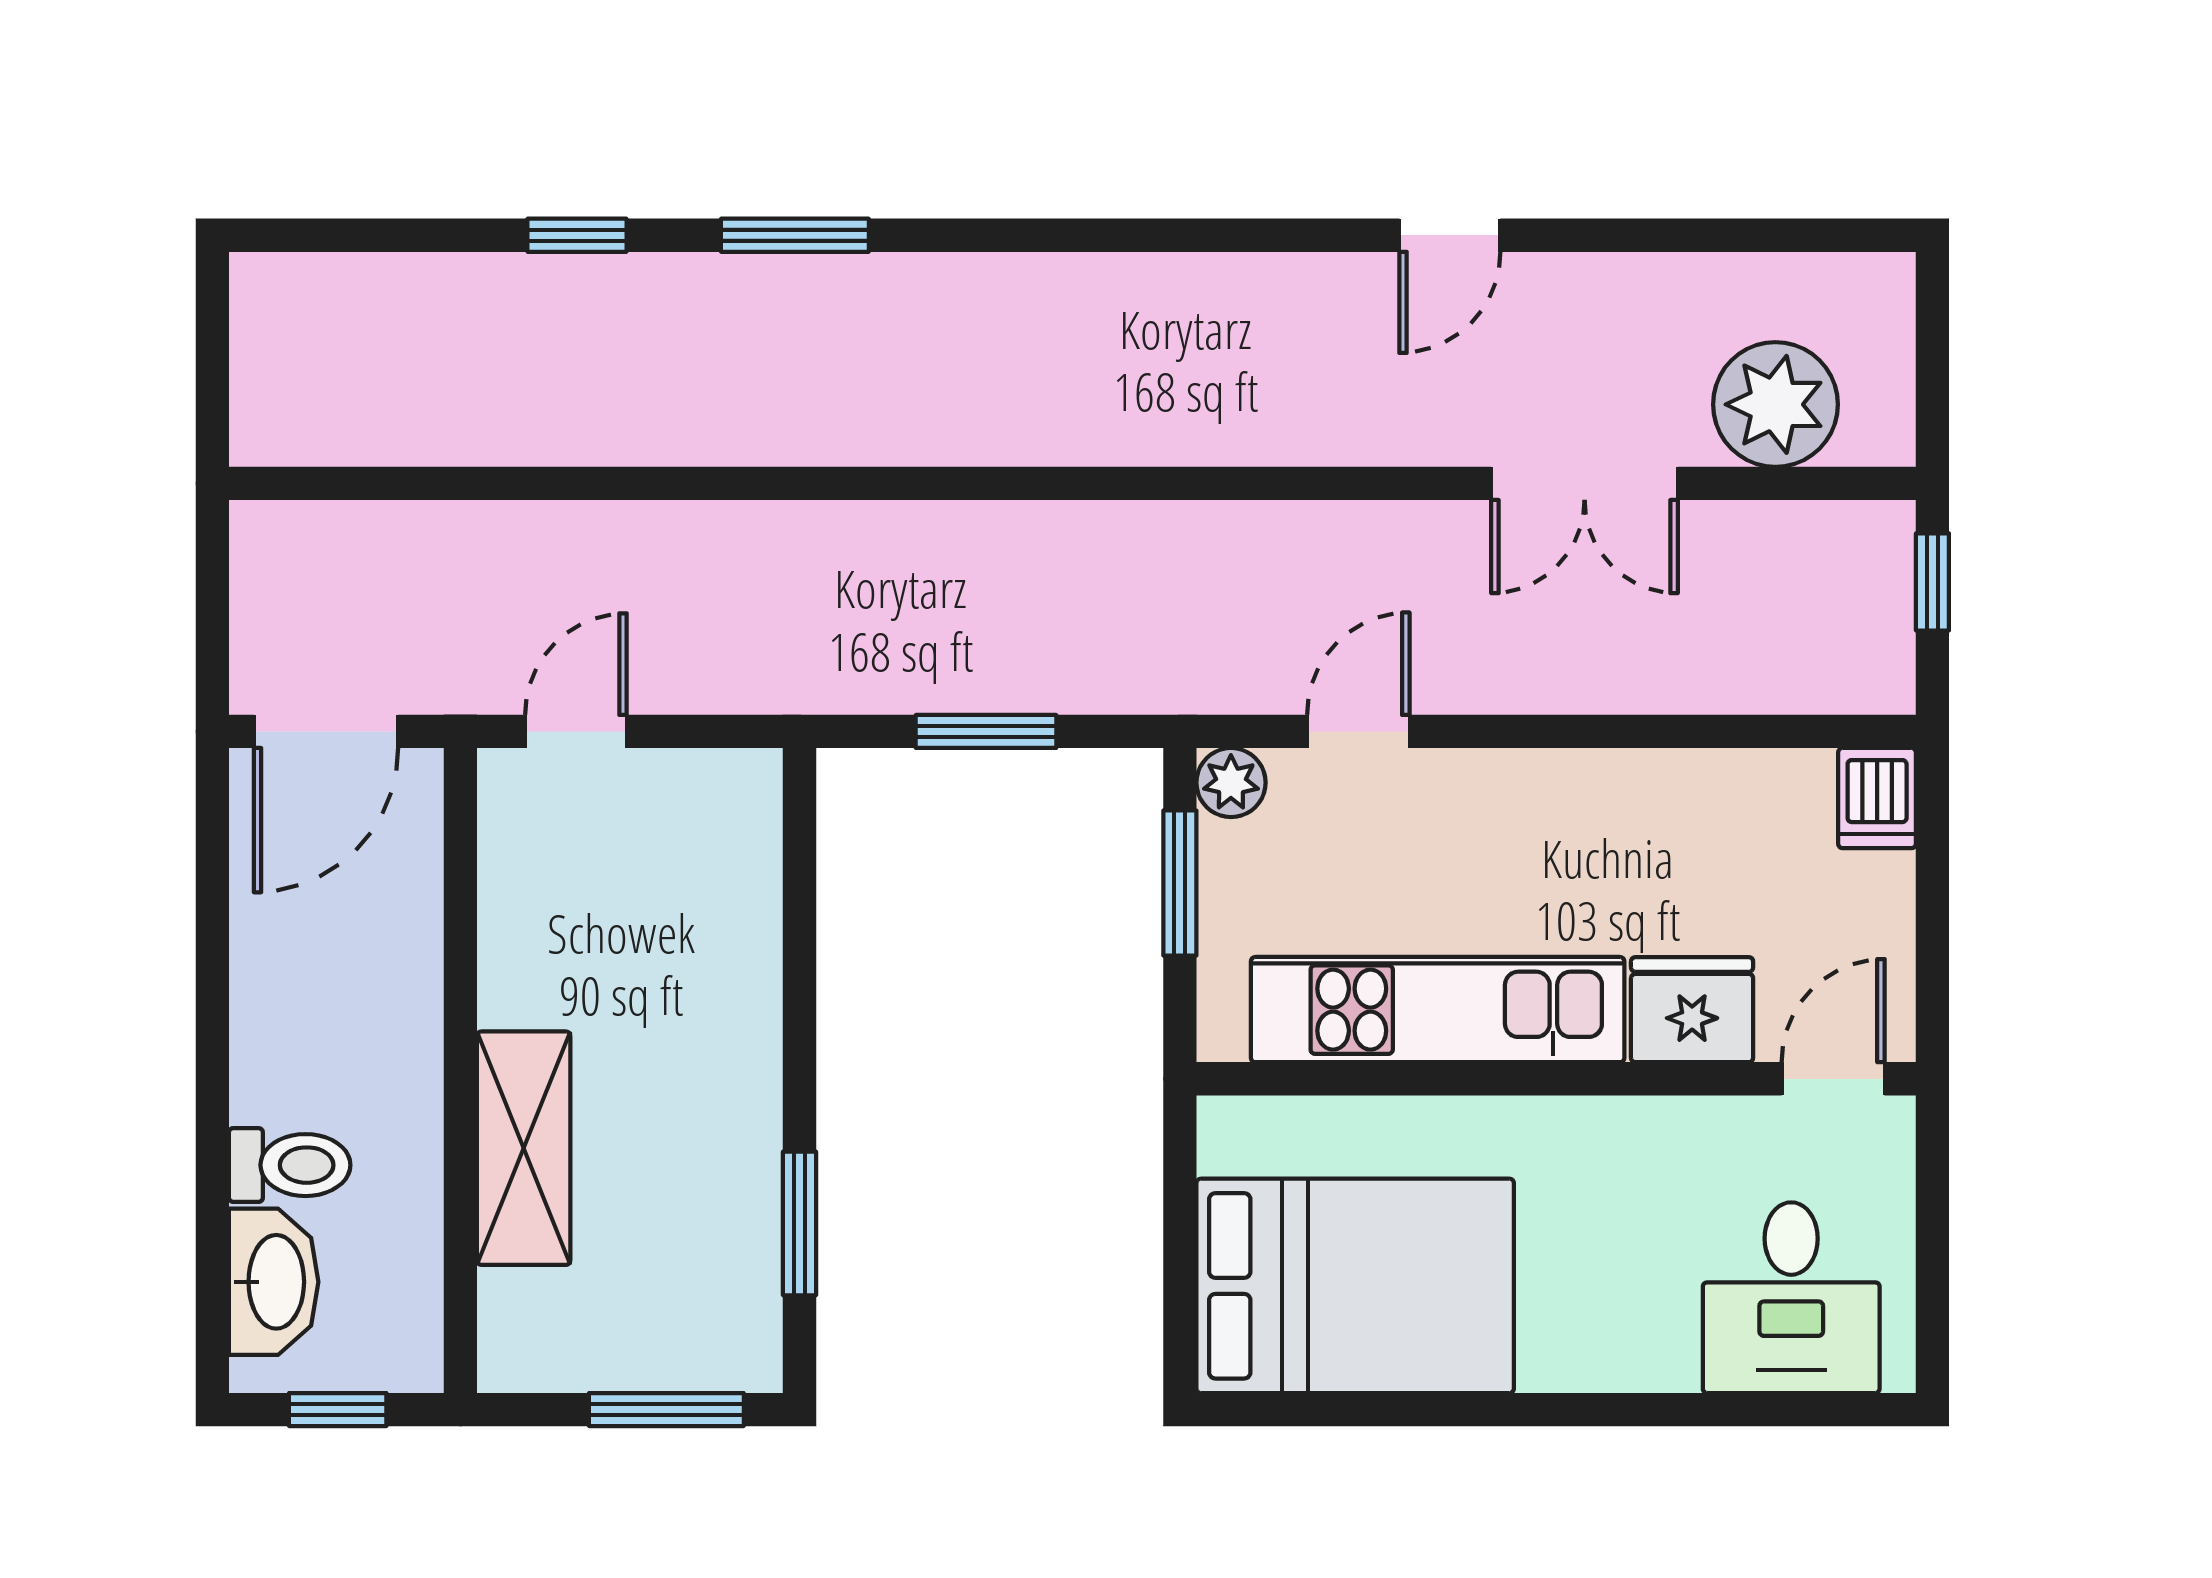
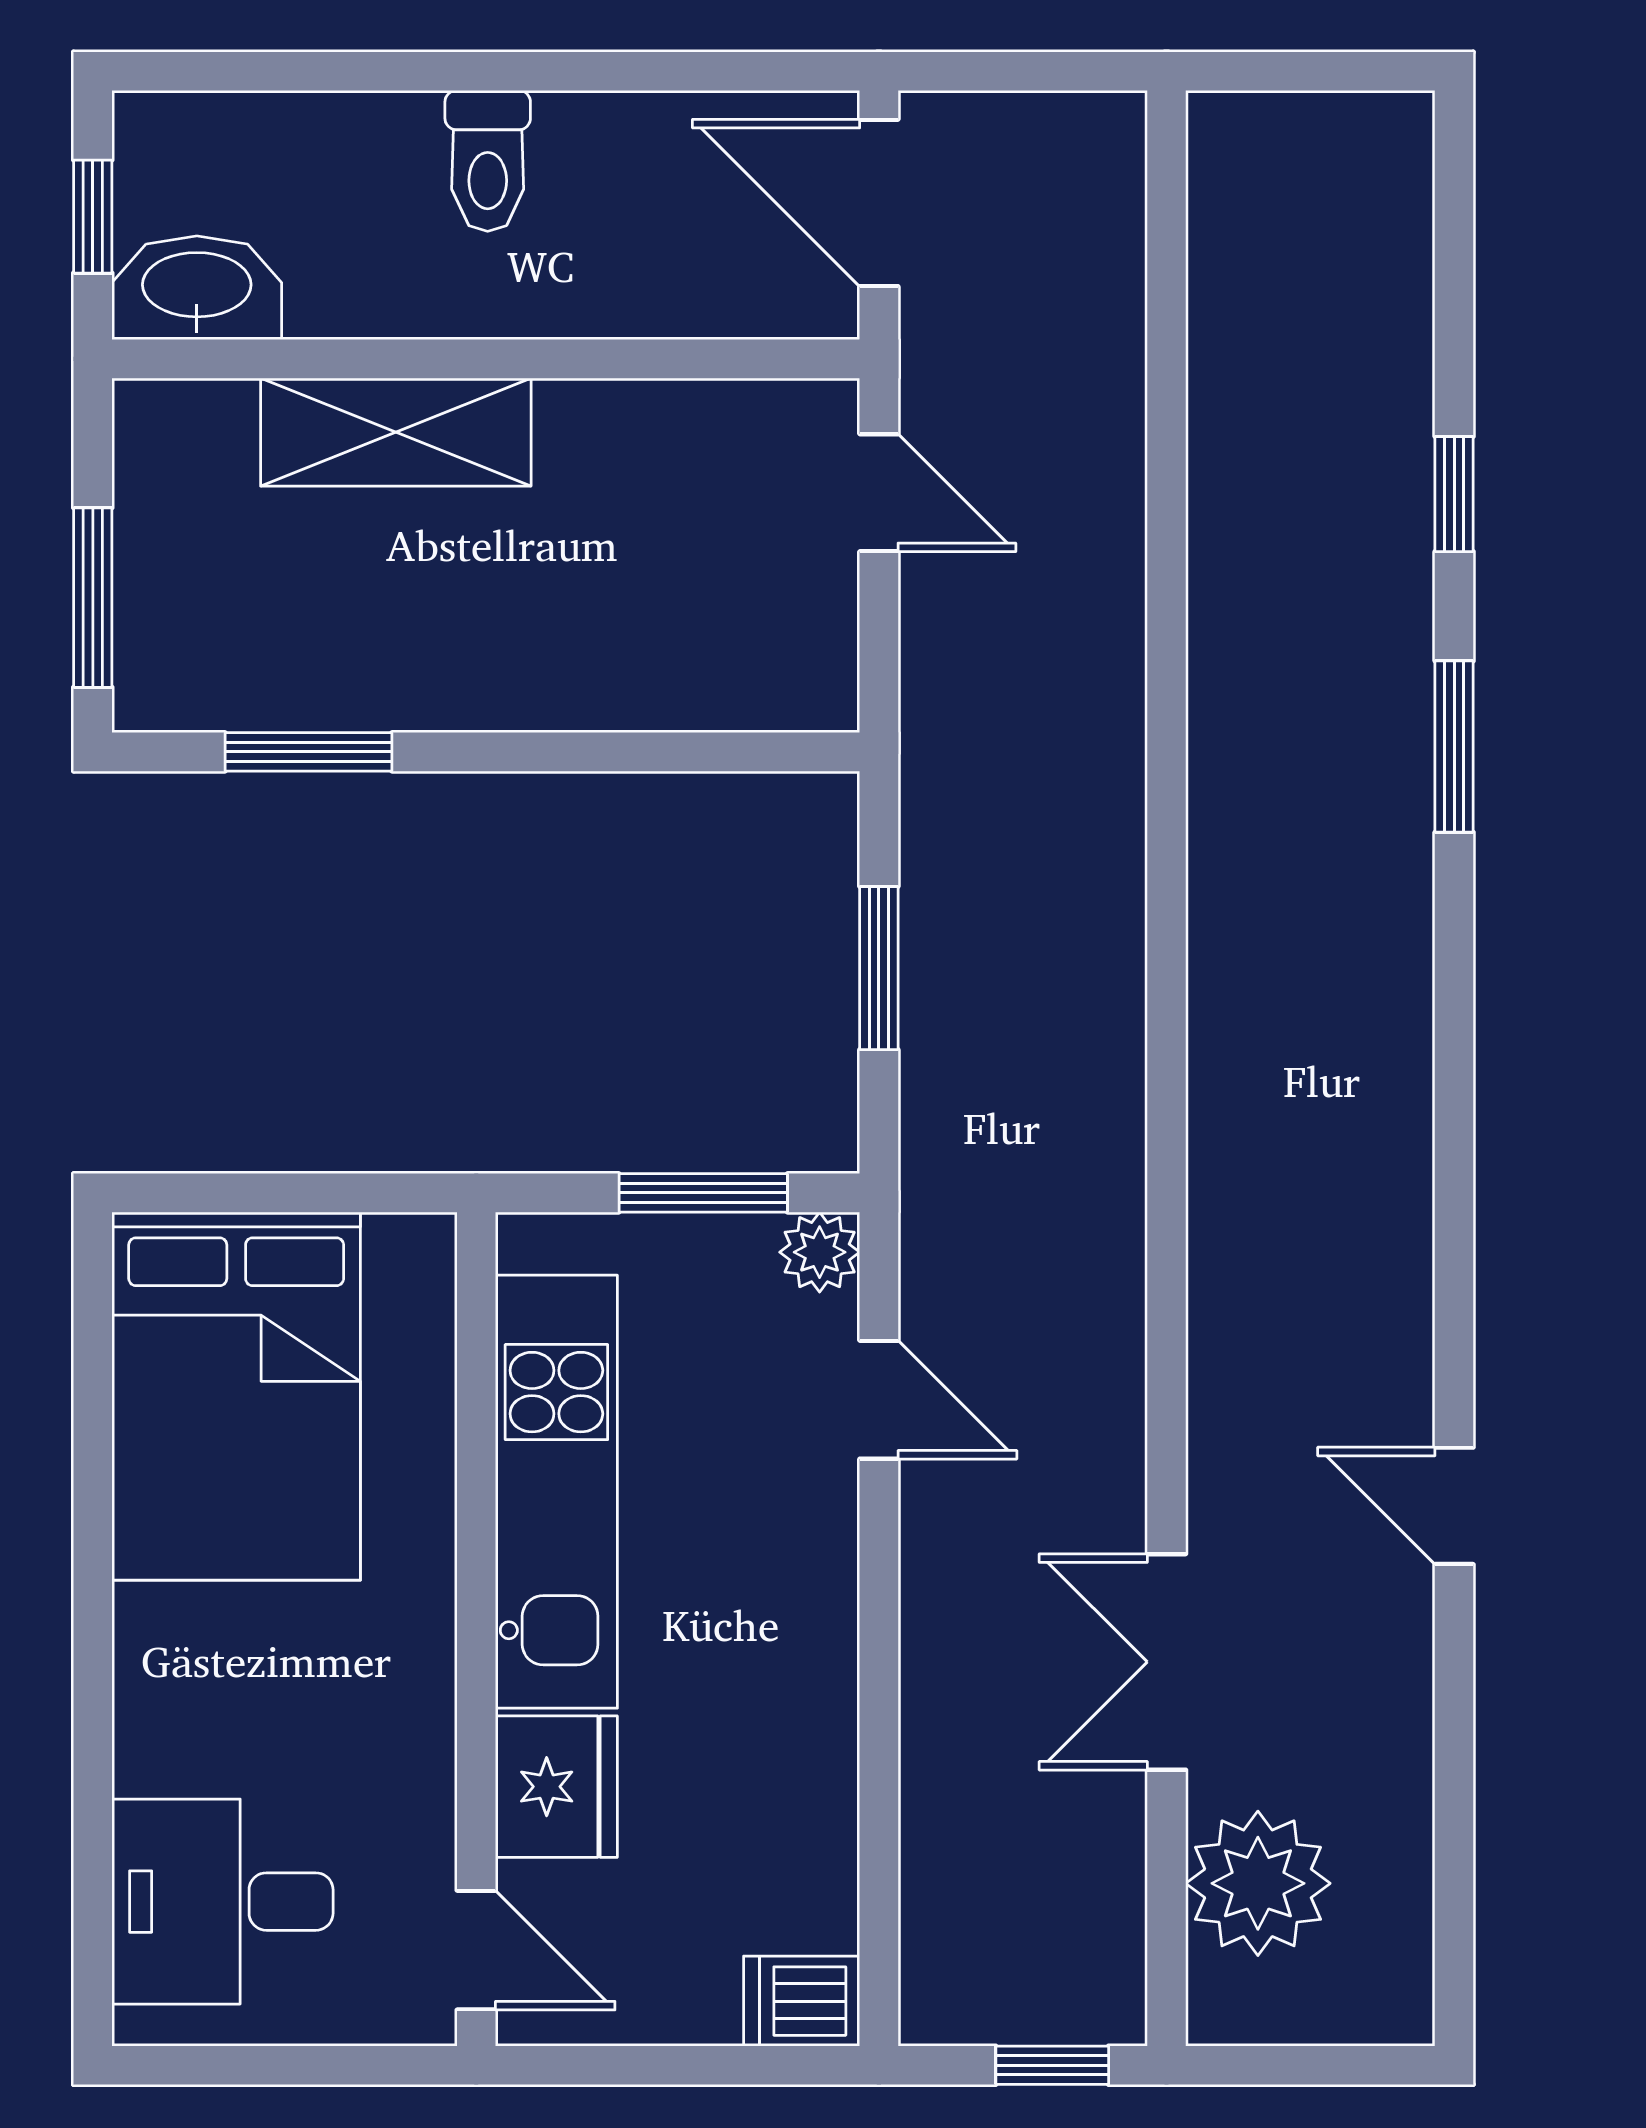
toilet: (290, 1165) -> (488, 161), moved
washbasin: (274, 1282) -> (197, 288), moved, turned 180

